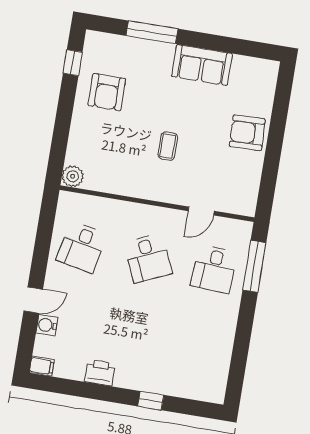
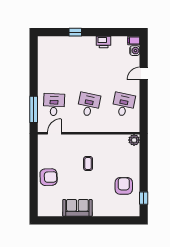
window: (152, 32) -> (106, 220), removed
door: (201, 211) -> (54, 133), moved
desk: (148, 258) -> (89, 105), turned 36
water cooler: (47, 325) -> (135, 51), moved

